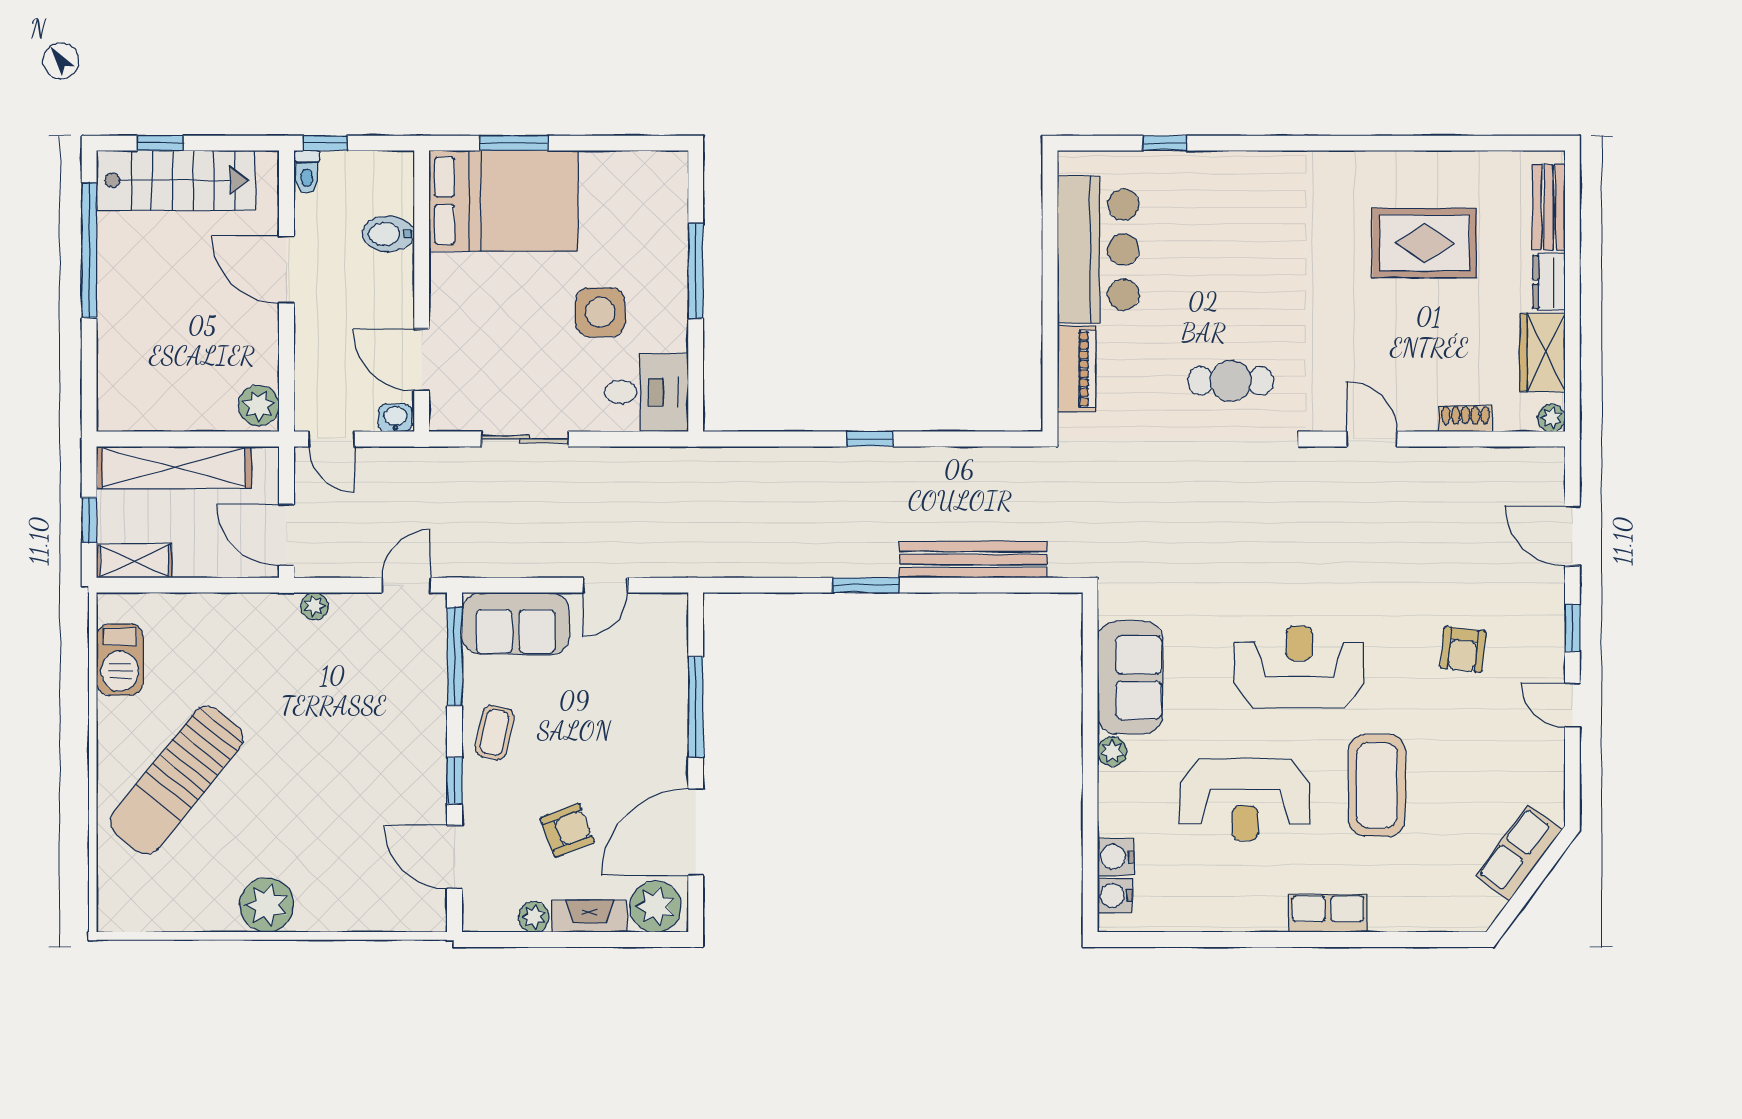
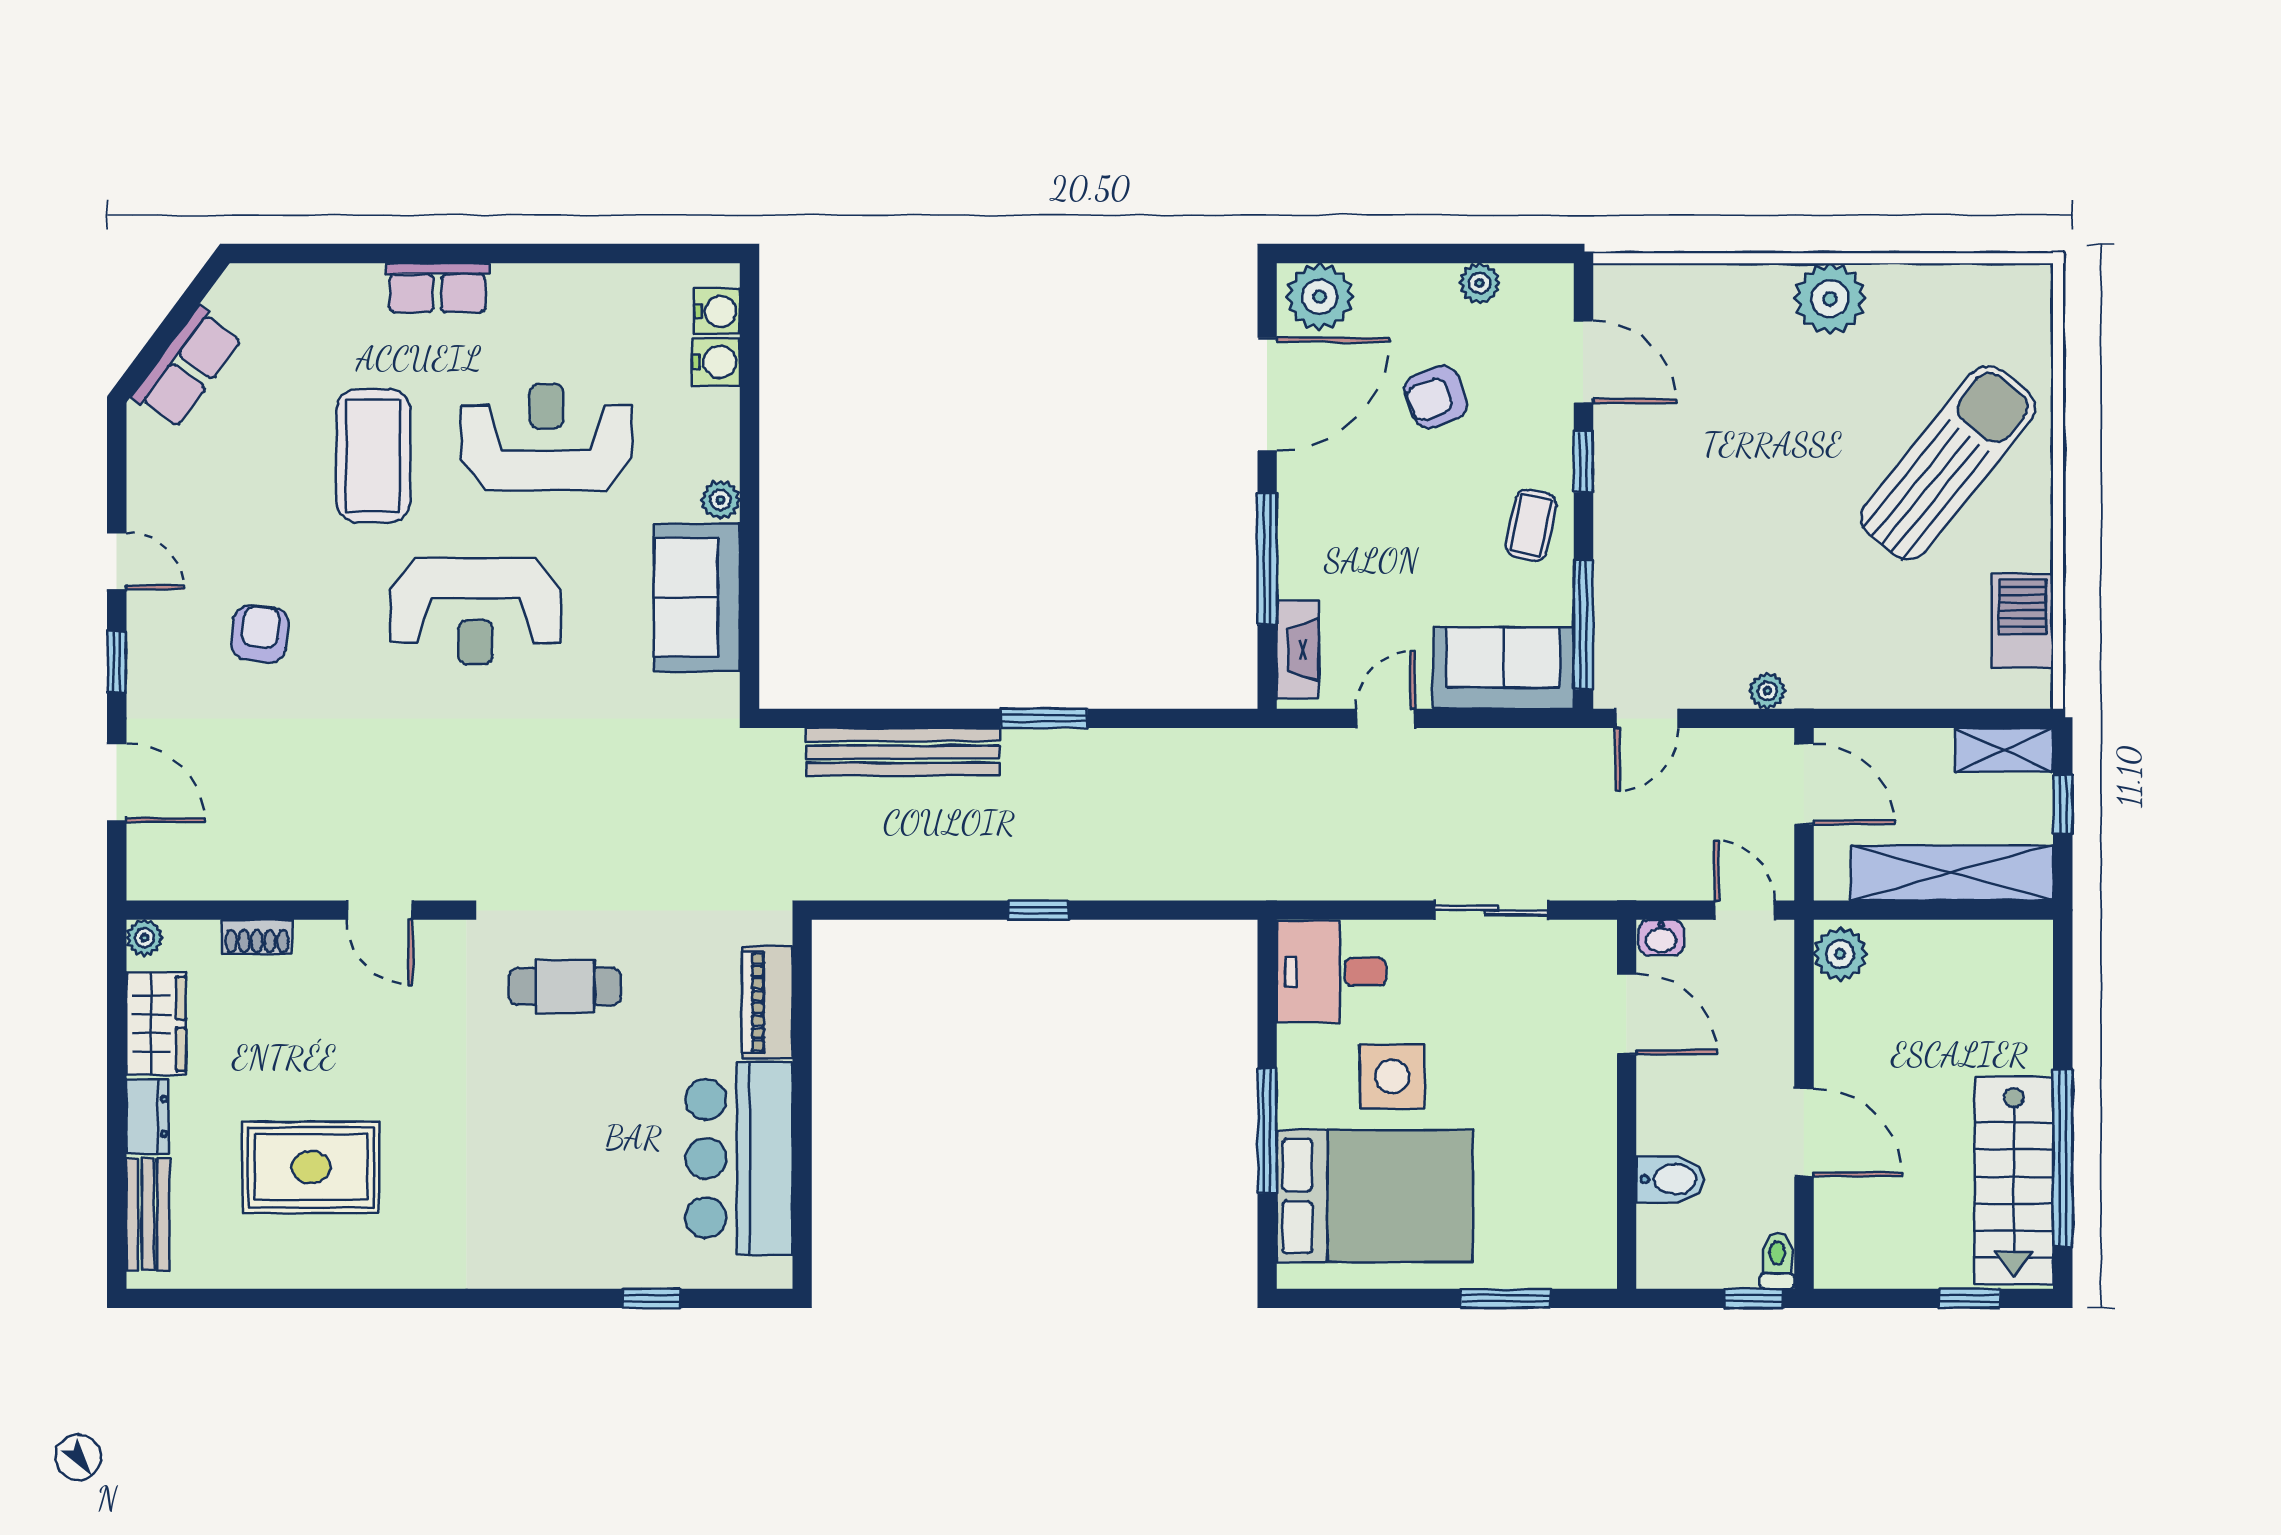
stairs: (176, 180) -> (2014, 1181), moved, turned -90
bed: (504, 201) -> (1375, 1196), moved, turned 180
fireplace: (589, 916) -> (1298, 650), moved, turned -90

